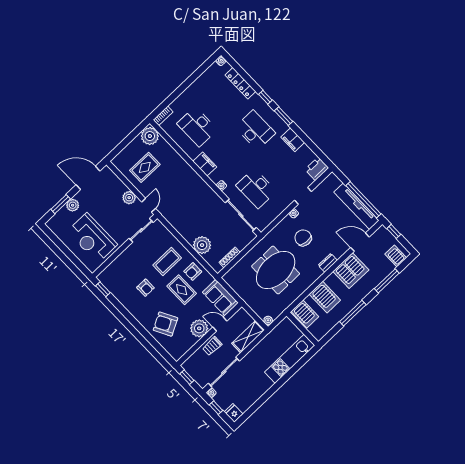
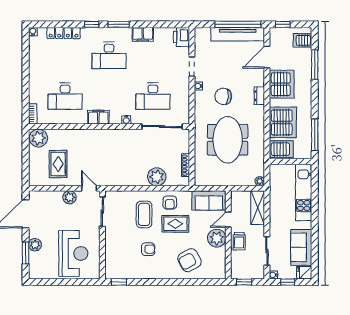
desk: (255, 130) -> (109, 55), turned 180
reception desk: (92, 238) -> (73, 253), turned -90
server rack: (325, 297) -> (283, 122), width x1.60
window: (353, 313) -> (315, 135), moved
sliding door: (224, 372) -> (267, 251), width x0.73
sofa: (249, 394) -> (301, 247), added

